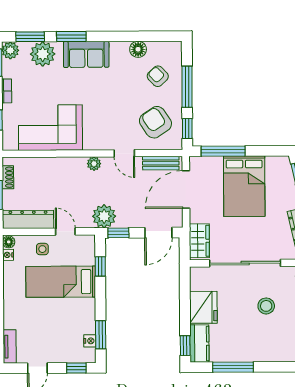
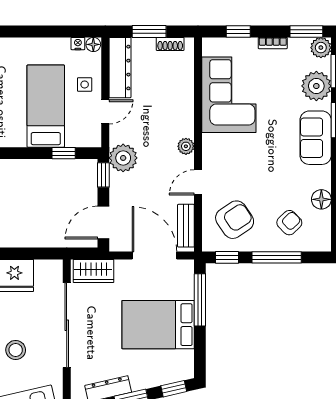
door: (158, 233) -> (103, 222), hinge flipped

